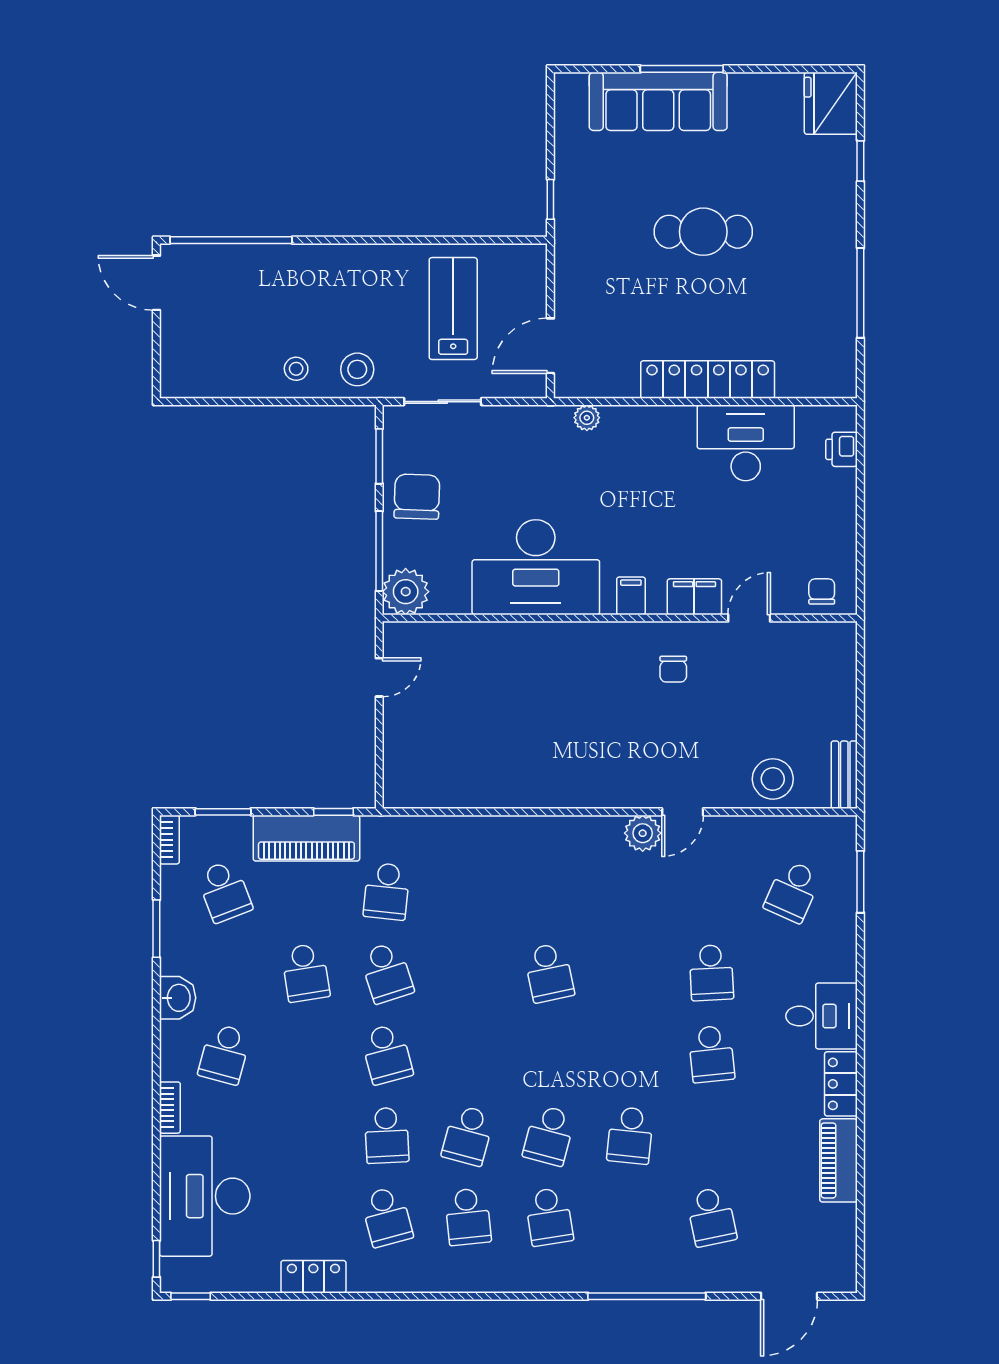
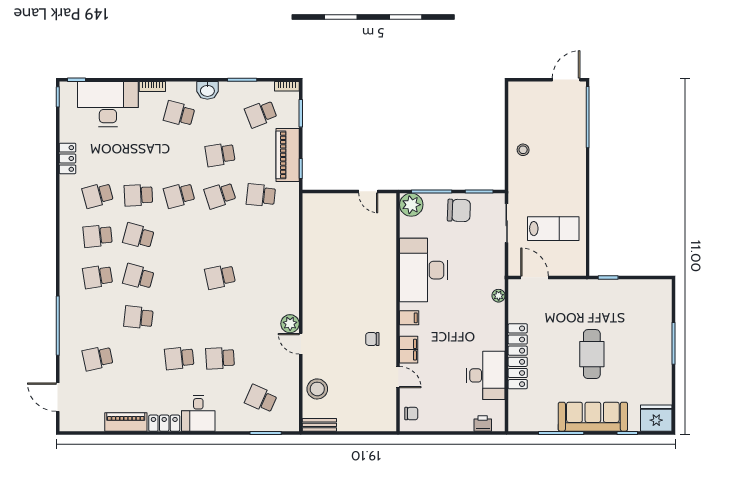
sofa: (658, 101) -> (593, 417), moved, turned 90
stool: (357, 369) -> (523, 180), removed

